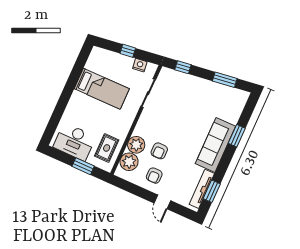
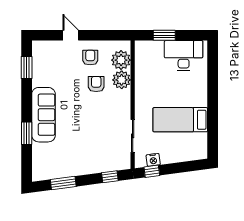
window: (128, 51) -> (152, 171), moved
rug: (107, 148) -> (149, 64), removed
tv unit: (202, 189) -> (37, 66), removed

